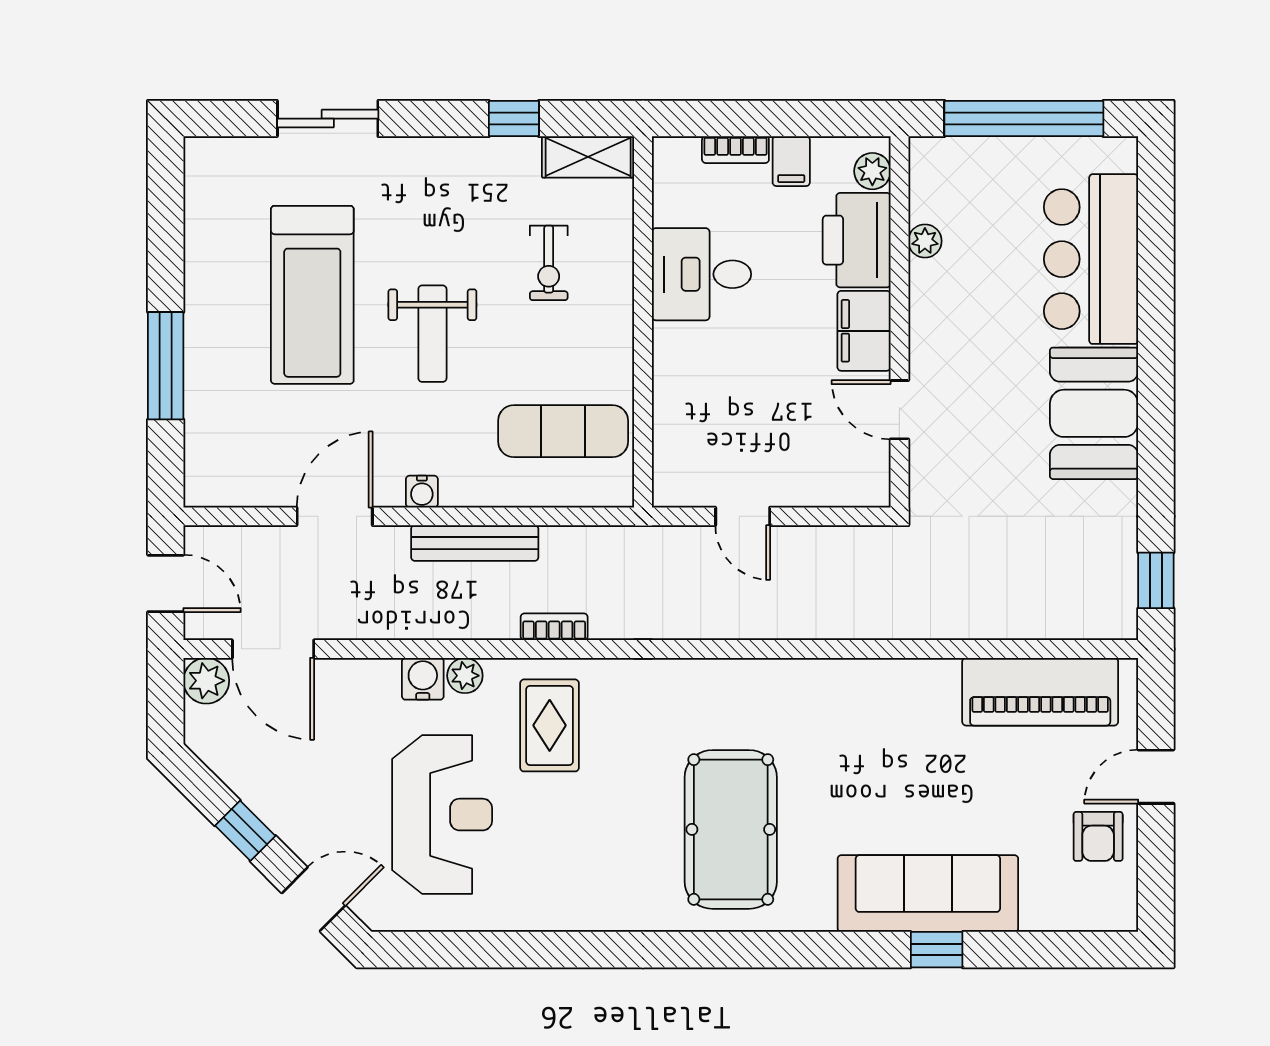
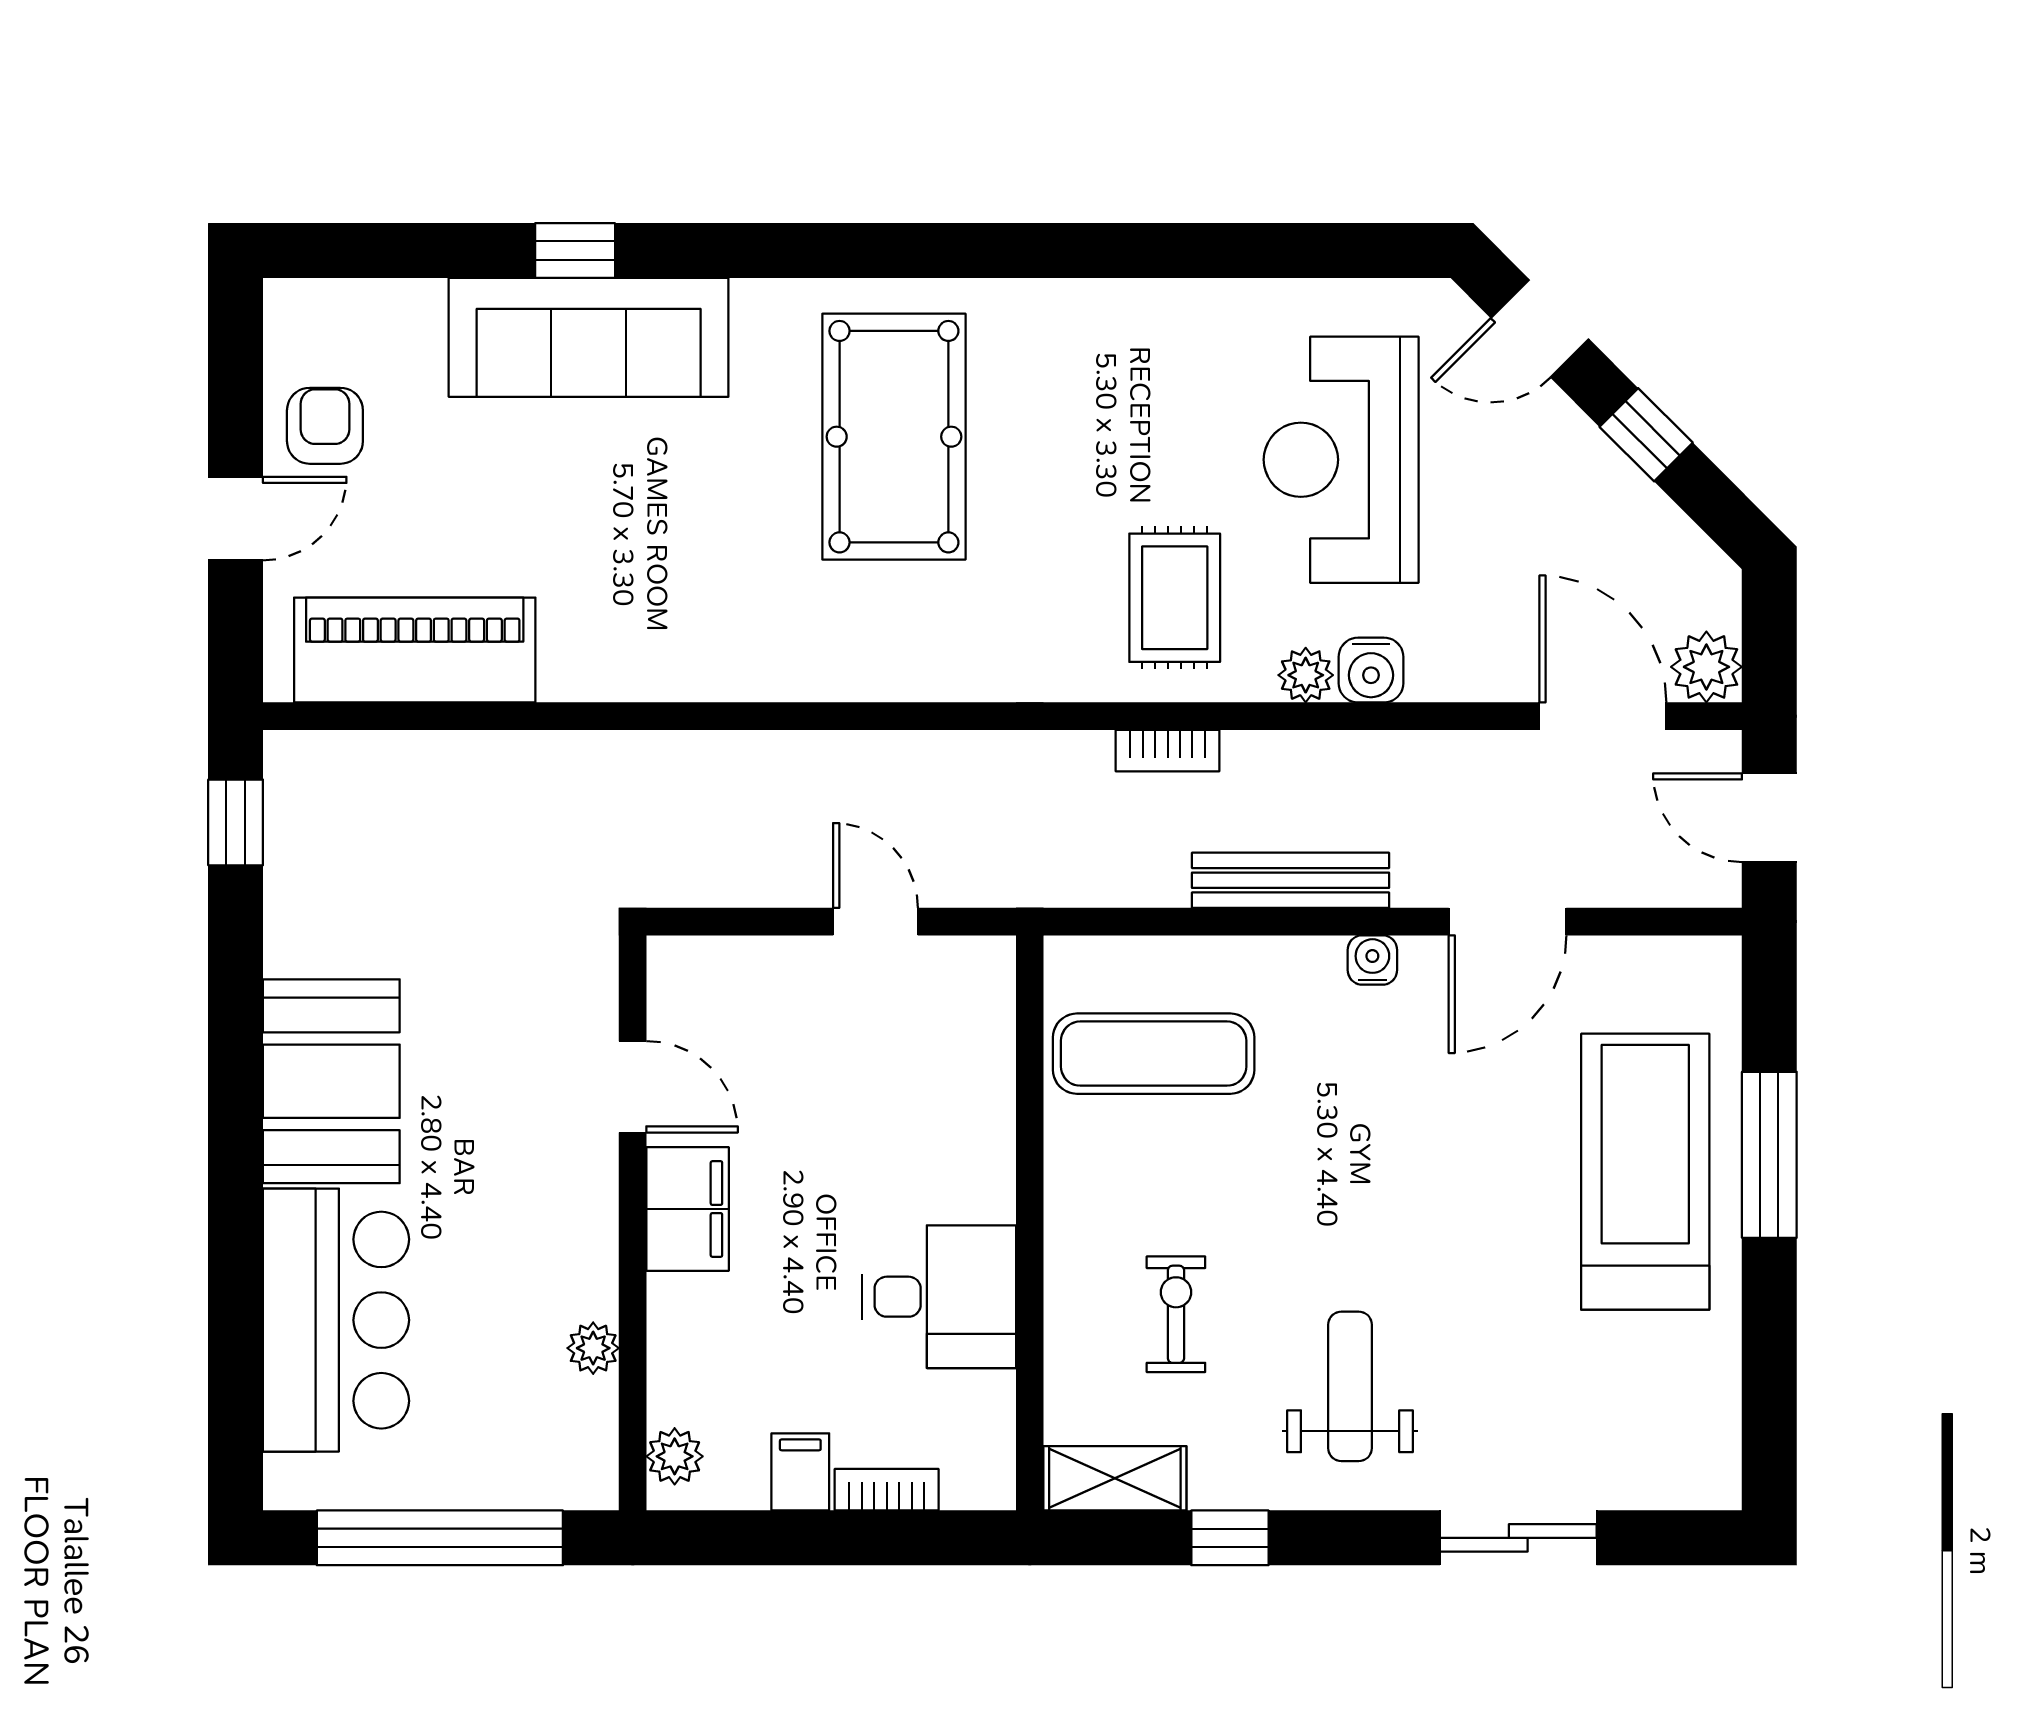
printer: (857, 240) -> (699, 1349), removed
treadmill: (312, 295) -> (1645, 1172), moved
weight bench: (432, 334) -> (1350, 1386), moved

